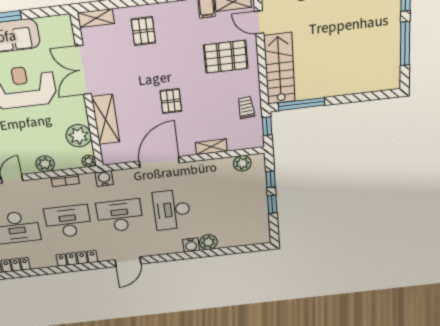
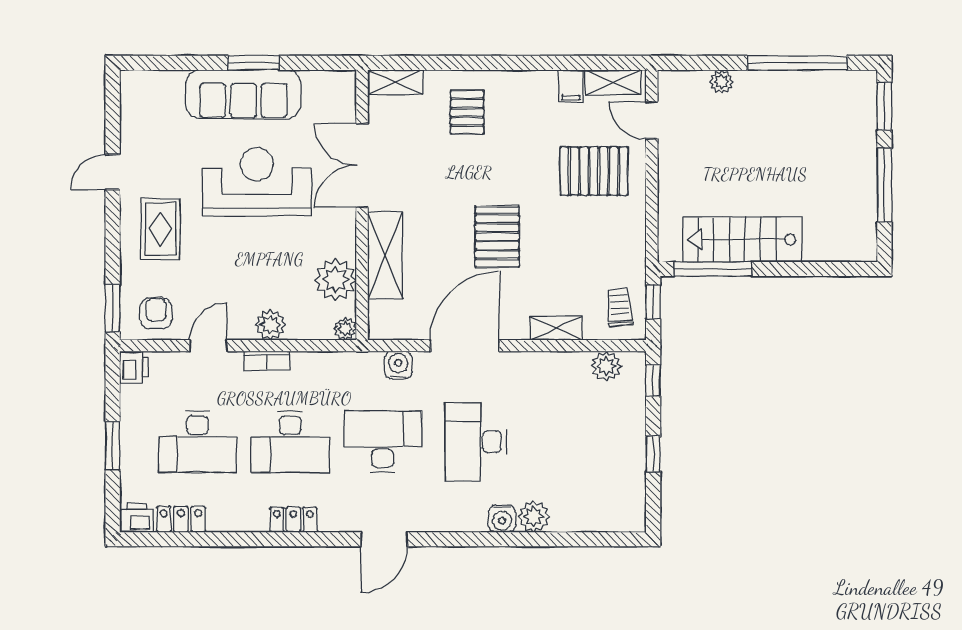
stairs: (280, 69) -> (742, 240), moved, turned -90
pallet: (171, 101) -> (497, 237), width x1.50, depth x1.42
trolley: (246, 108) -> (619, 307), moved
water cooler: (104, 178) -> (398, 365), moved
window: (271, 179) -> (653, 381), moved
bookcase: (65, 181) -> (267, 361), moved
desk: (68, 221) -> (290, 442), turned 180
locker: (77, 258) -> (293, 520), width x0.66

